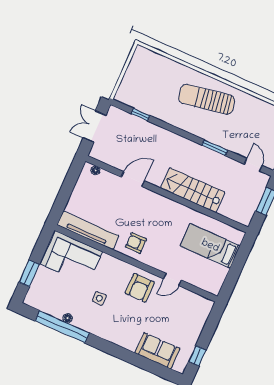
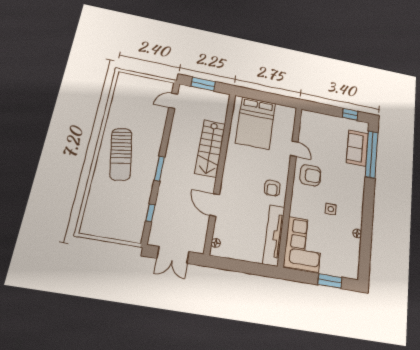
window: (215, 148) -> (159, 169), moved
bed: (210, 246) -> (256, 123), width x1.50
window: (62, 327) -> (372, 154), moved

